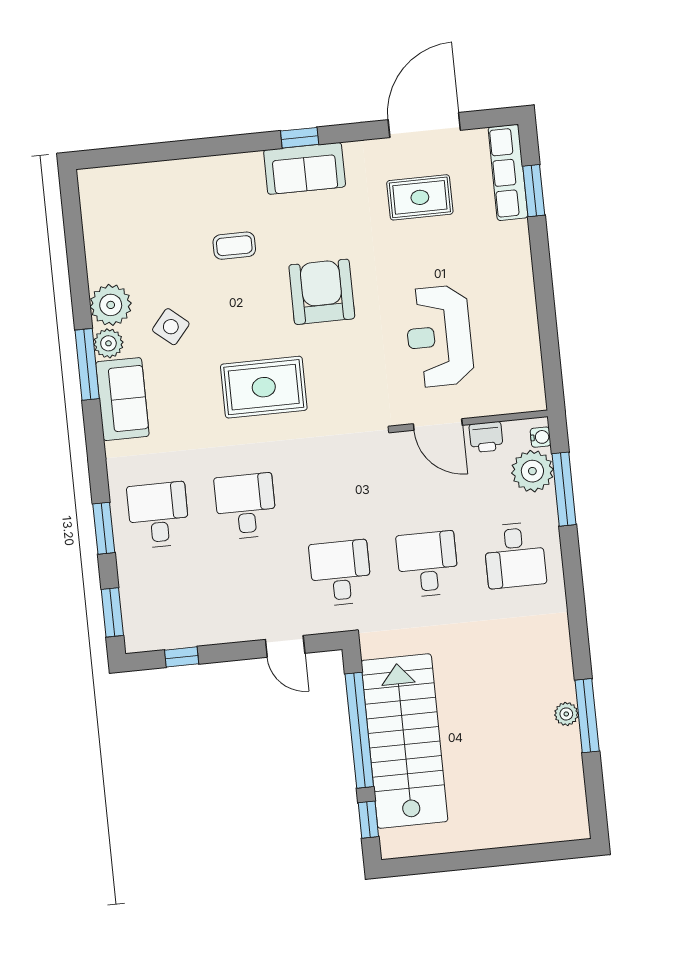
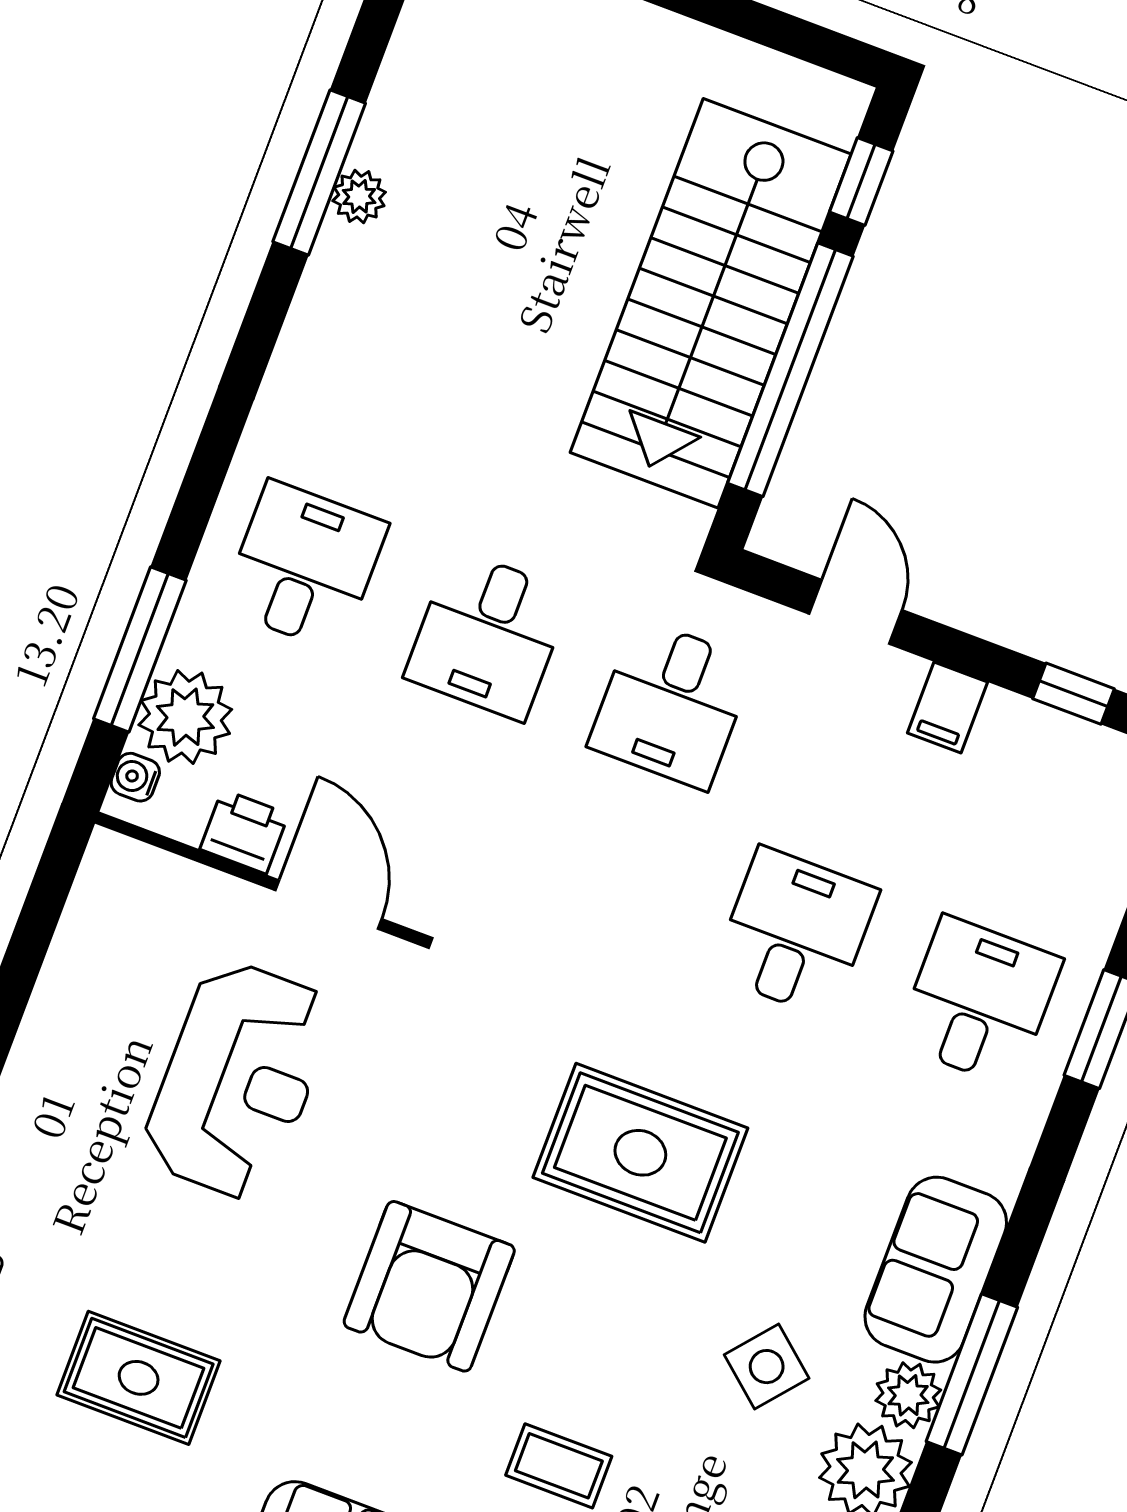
desk: (246, 506) -> (795, 932), turned 180
desk: (158, 515) -> (979, 1001), turned 180
filing cabinet: (229, 626) -> (947, 707), added

